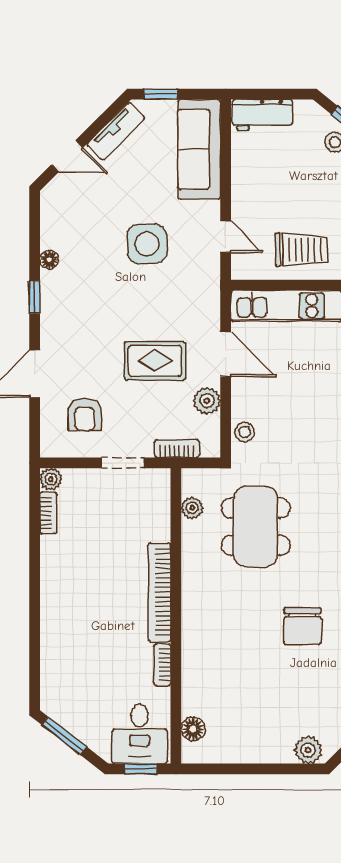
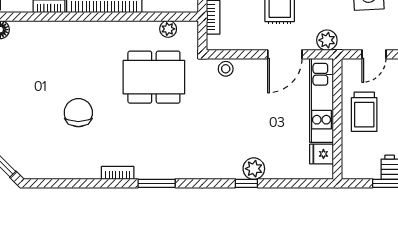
plant: (207, 401) -> (327, 40), moved
chair: (302, 626) -> (78, 113), turned 90

